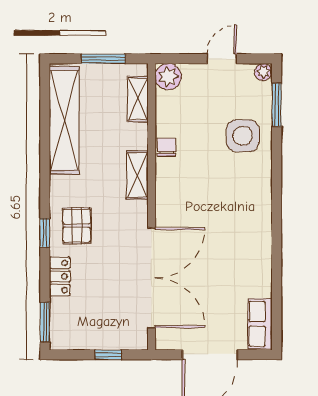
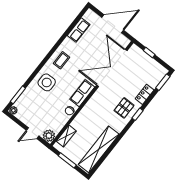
door: (222, 59) -> (33, 133), moved
side table: (243, 136) -> (47, 82), moved
shelving: (137, 175) -> (88, 109), removed
row of seats: (168, 195) -> (82, 93), added
coffee table: (248, 223) -> (62, 60), added
row of seats: (260, 324) -> (79, 30), moved

